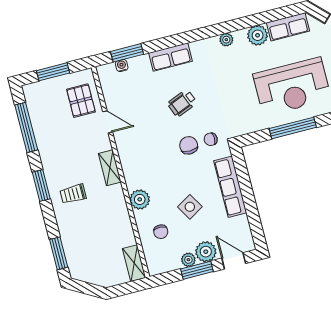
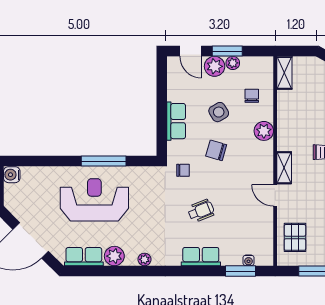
door: (108, 122) -> (275, 195), moved
chair: (189, 145) -> (216, 150), moved, turned 106
row of seats: (230, 187) -> (176, 121), width x0.68

